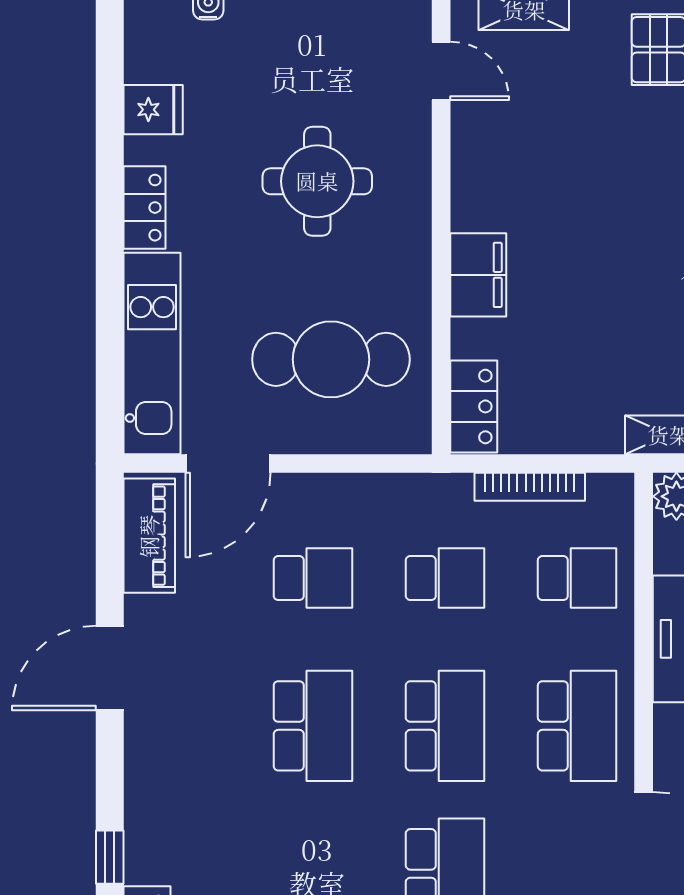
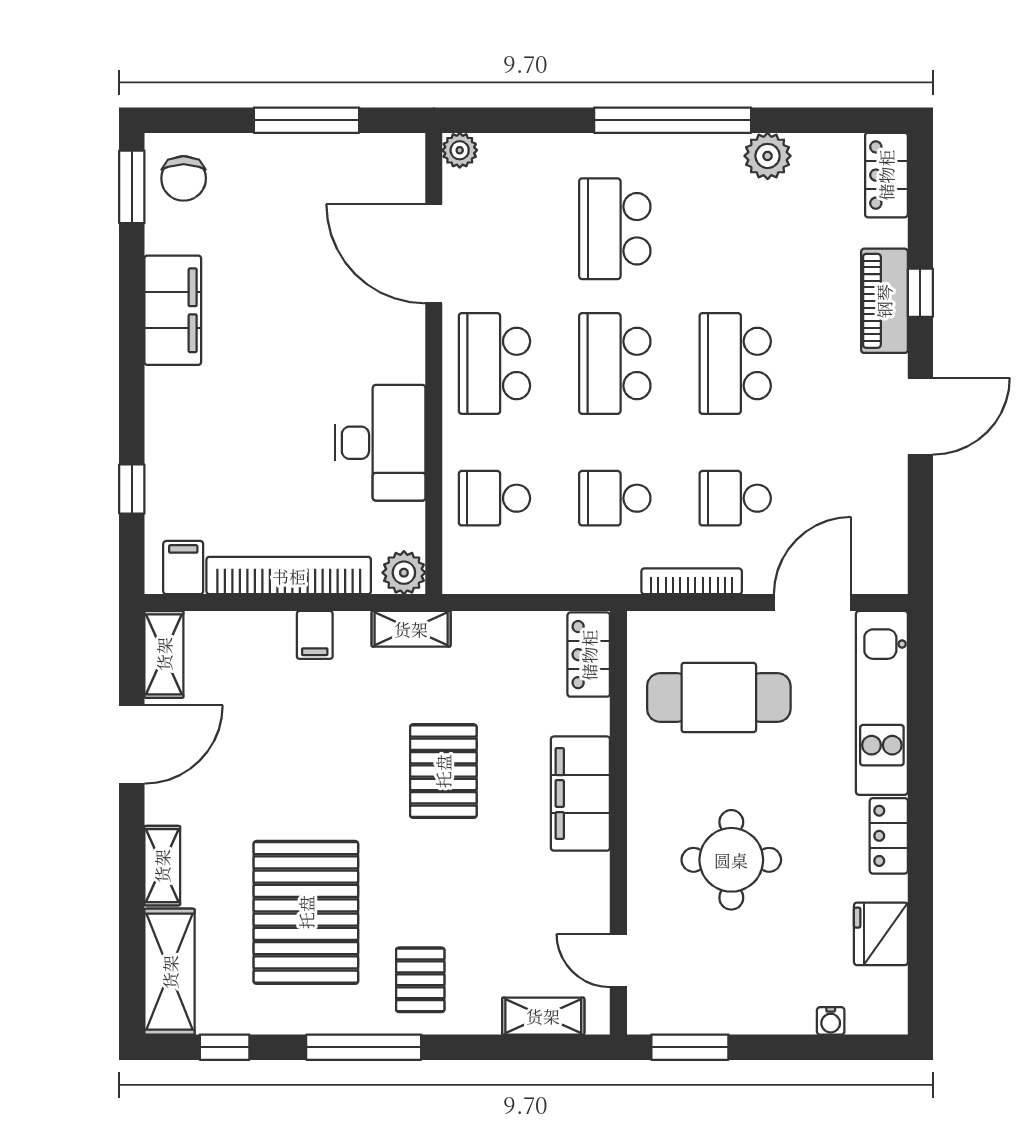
fridge: (153, 110) -> (881, 934), width x1.38
filing cabinet: (478, 275) -> (580, 794), width x1.50, depth x1.17
pallet: (633, 279) -> (443, 771), added
bookcase: (530, 487) -> (692, 581), moved
piano: (149, 536) -> (884, 301), moved
window: (110, 857) -> (920, 293), moved

